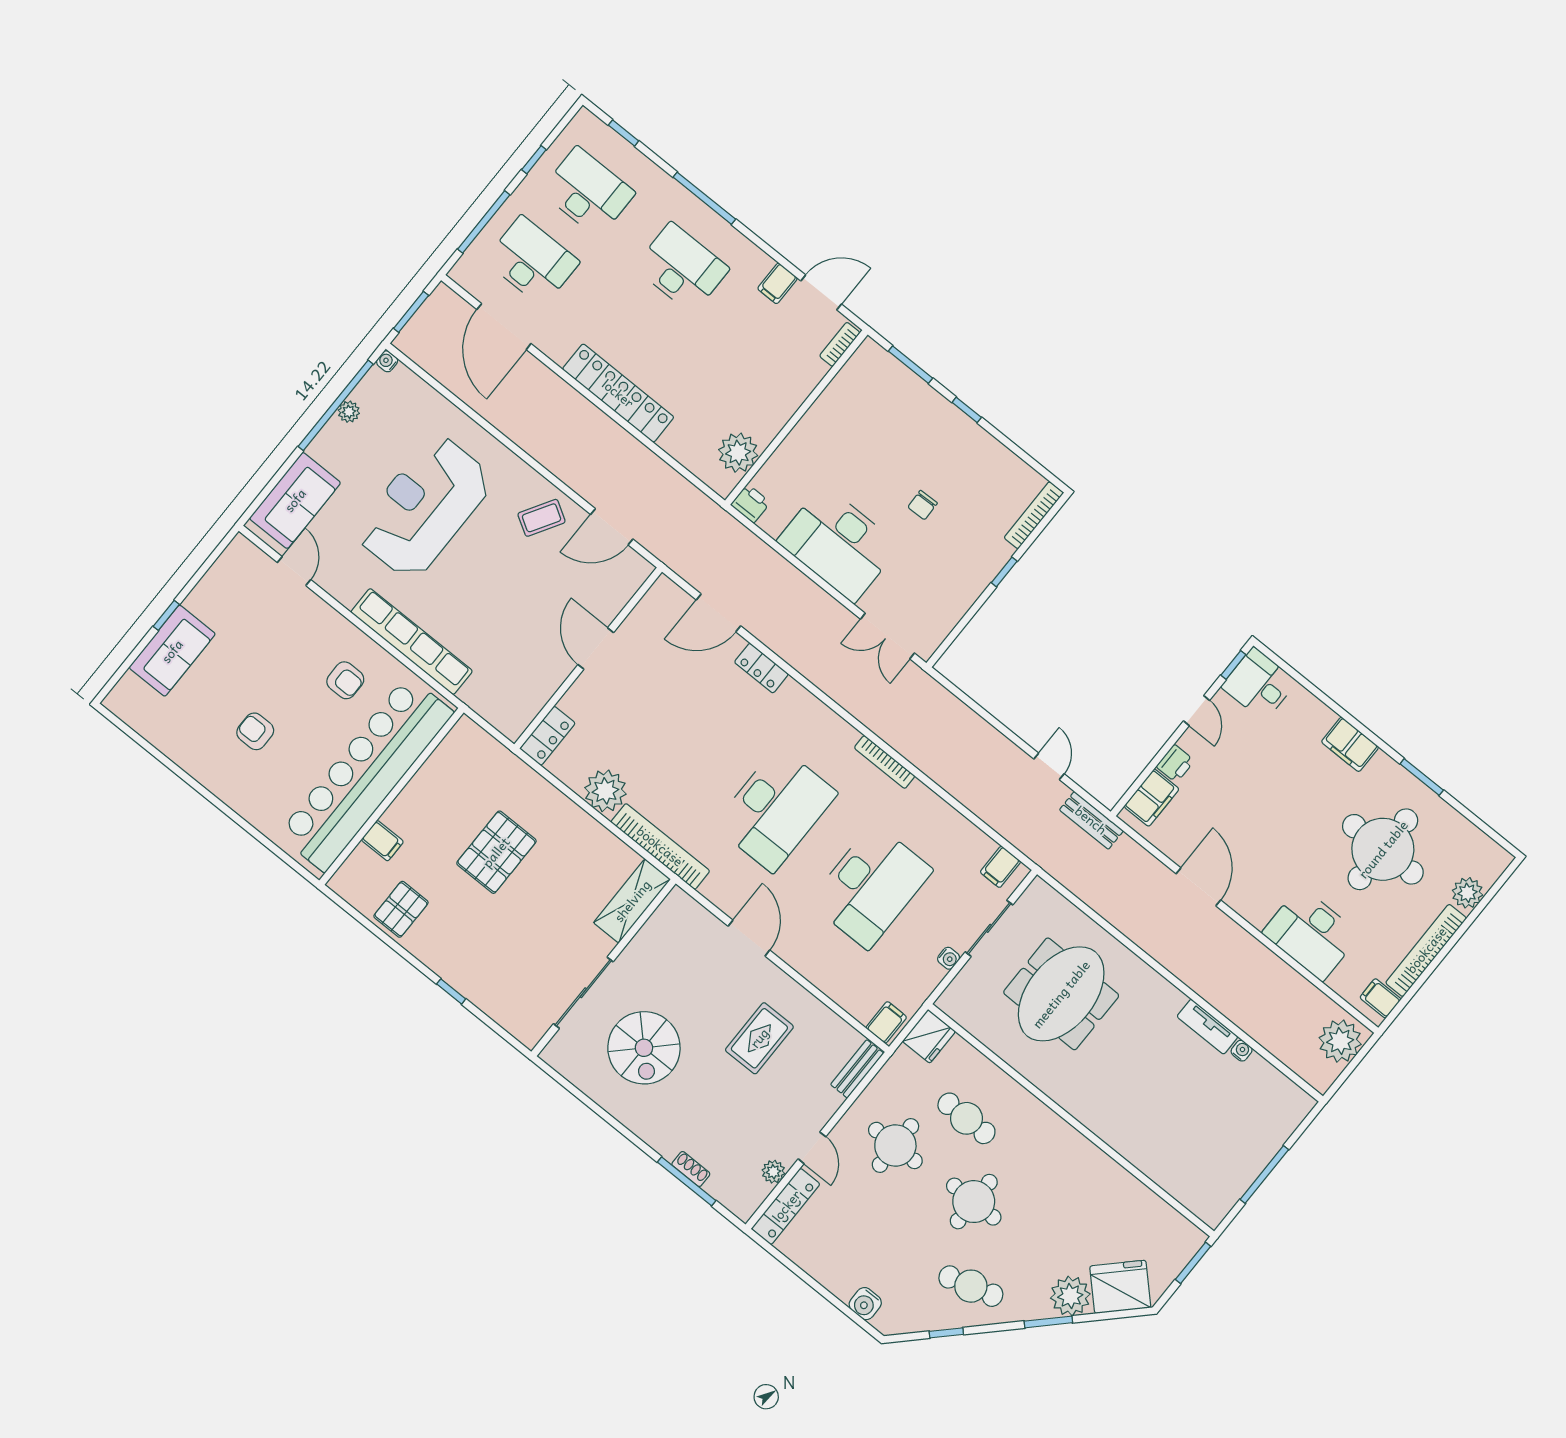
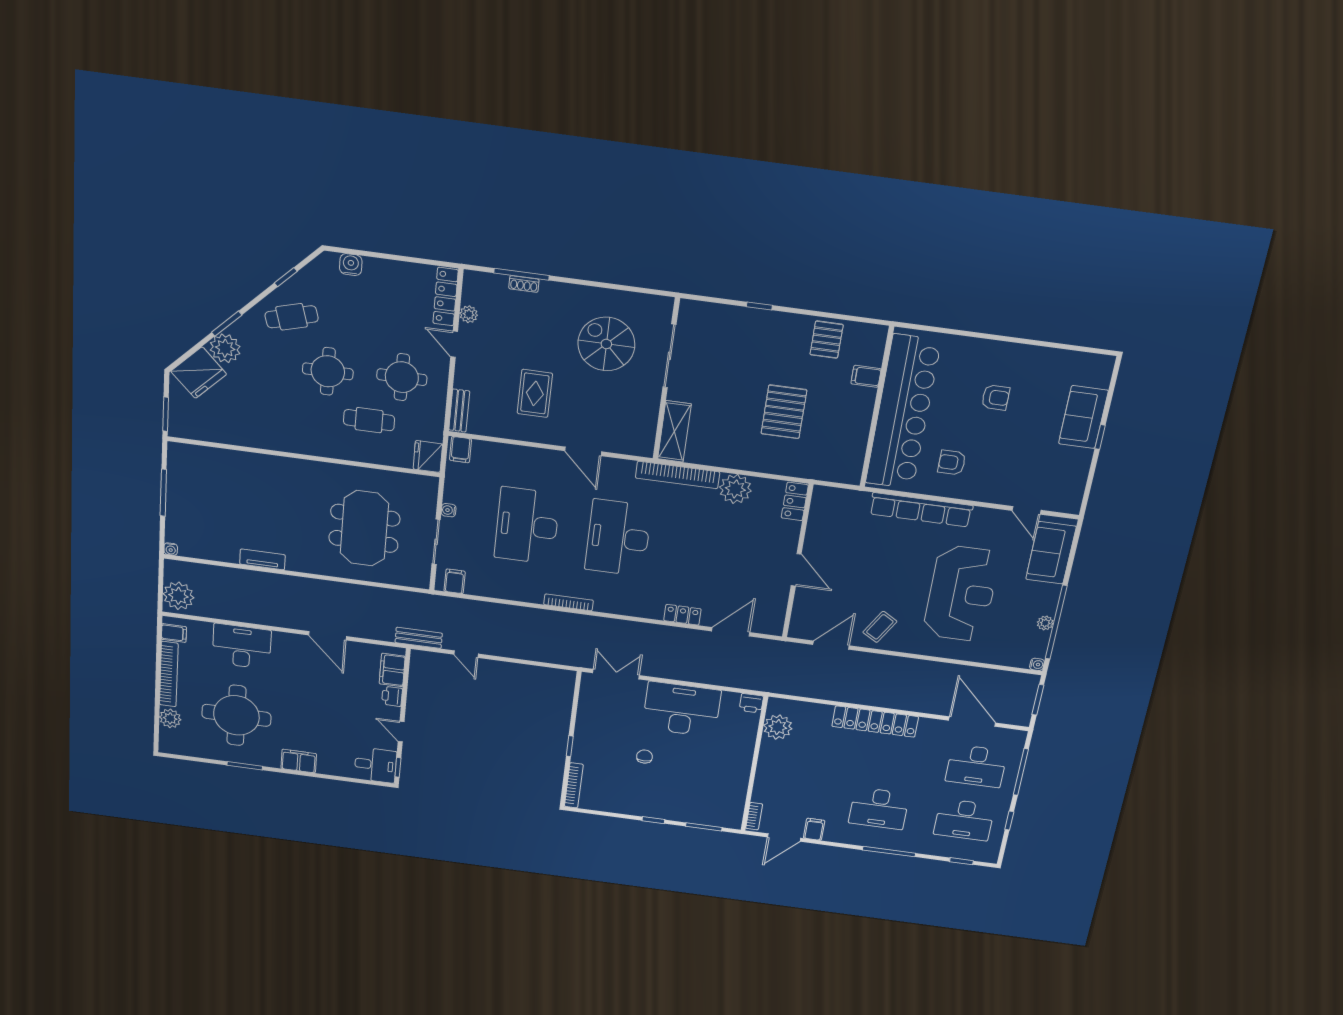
water cooler: (1242, 1051) -> (171, 549), moved

